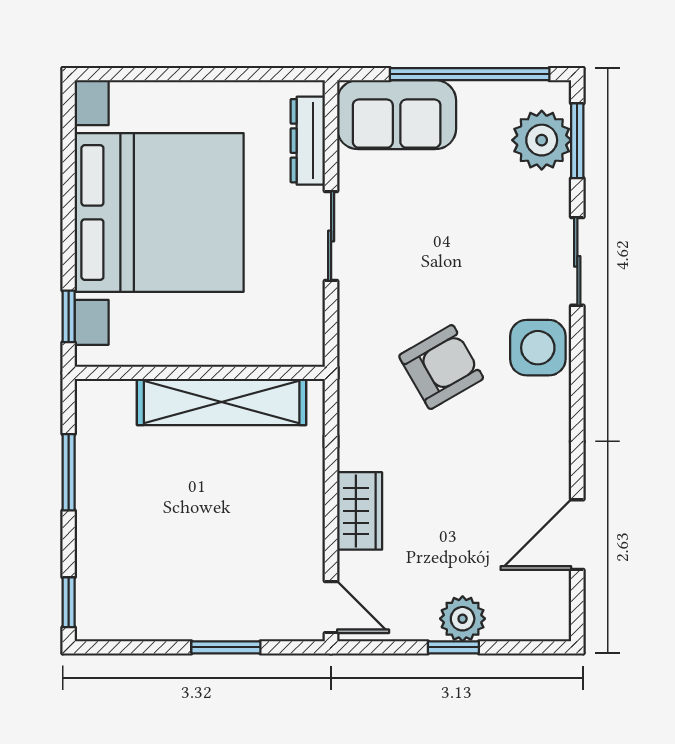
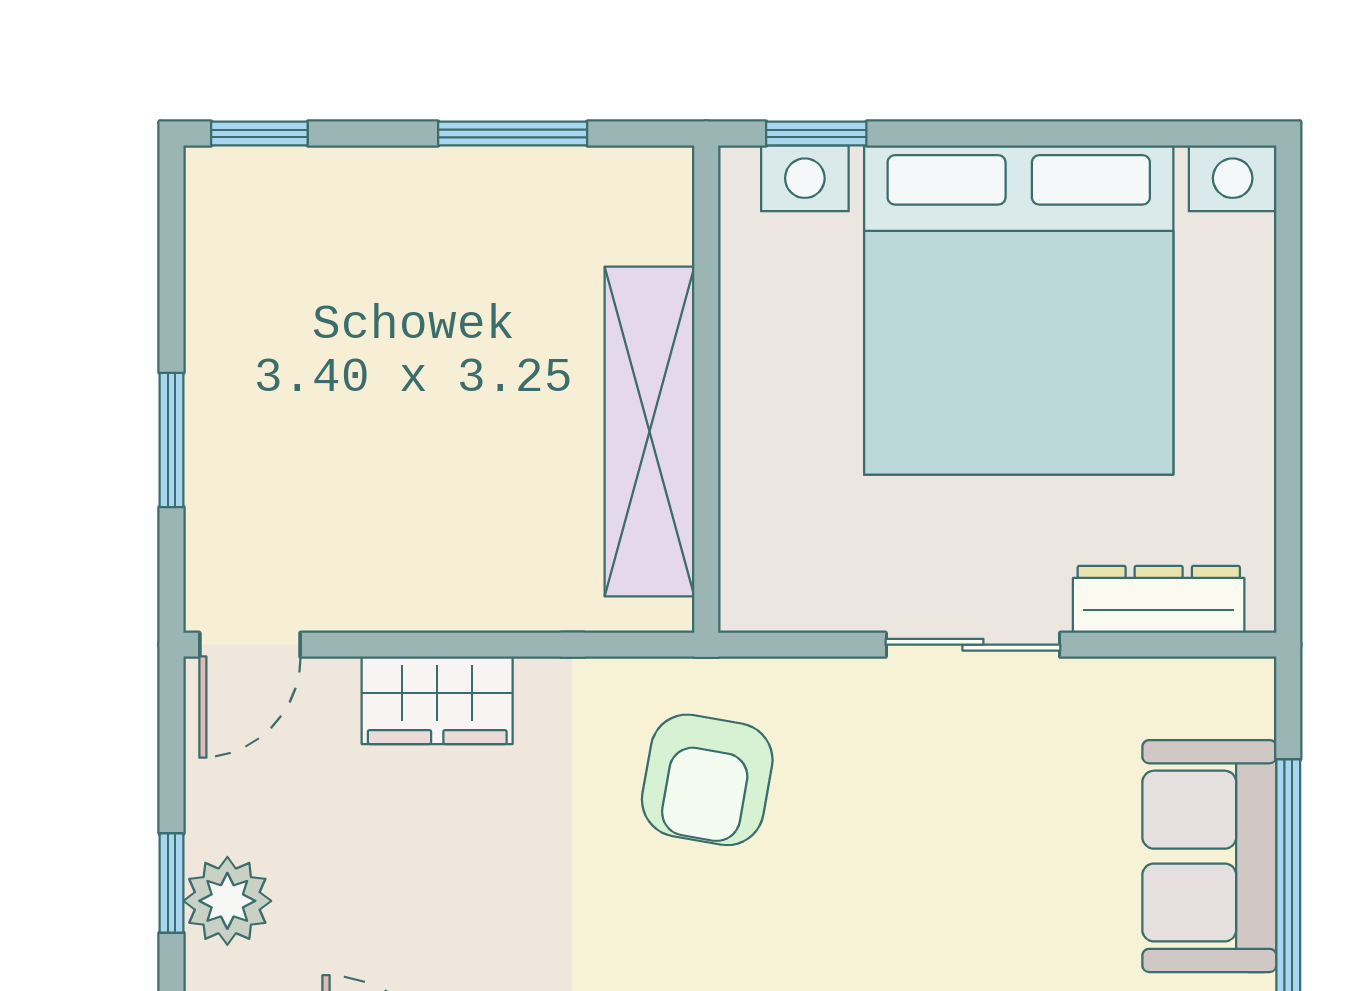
sofa: (397, 115) -> (1209, 856), moved
armchair: (441, 367) -> (707, 780), moved, turned 40

